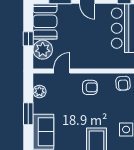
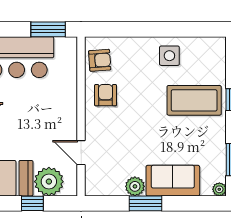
armchair: (90, 87) -> (106, 95), moved
plant: (39, 92) -> (135, 186), moved

